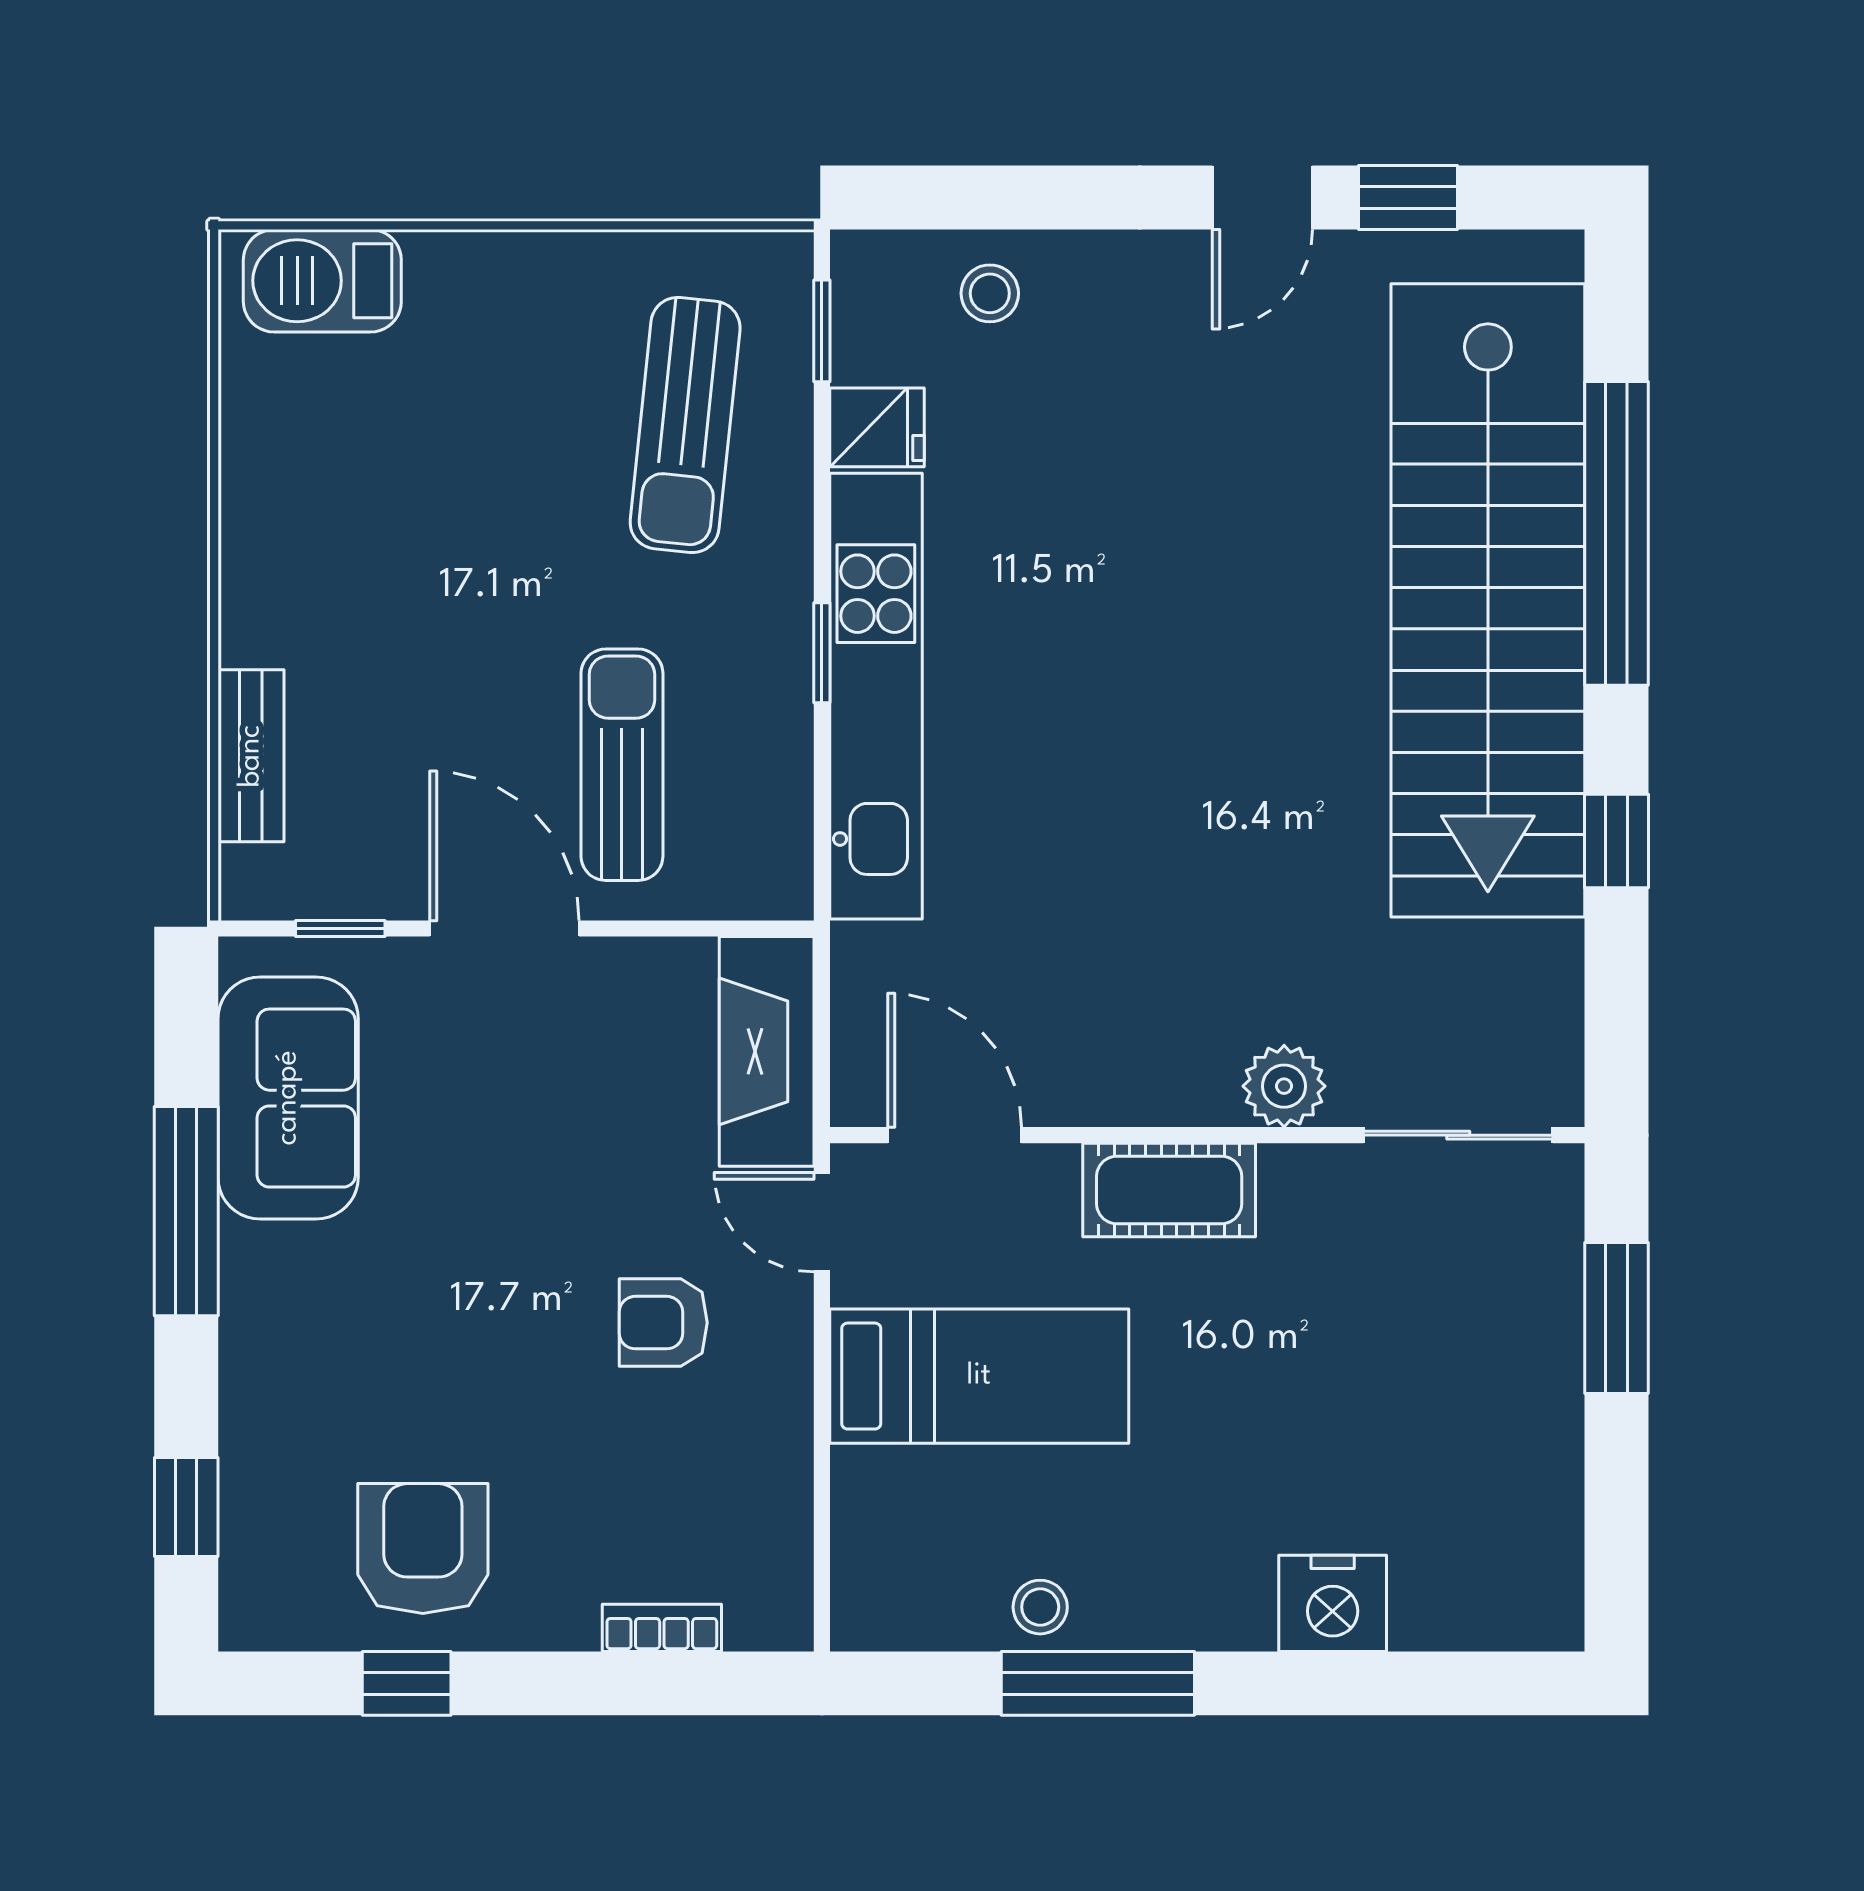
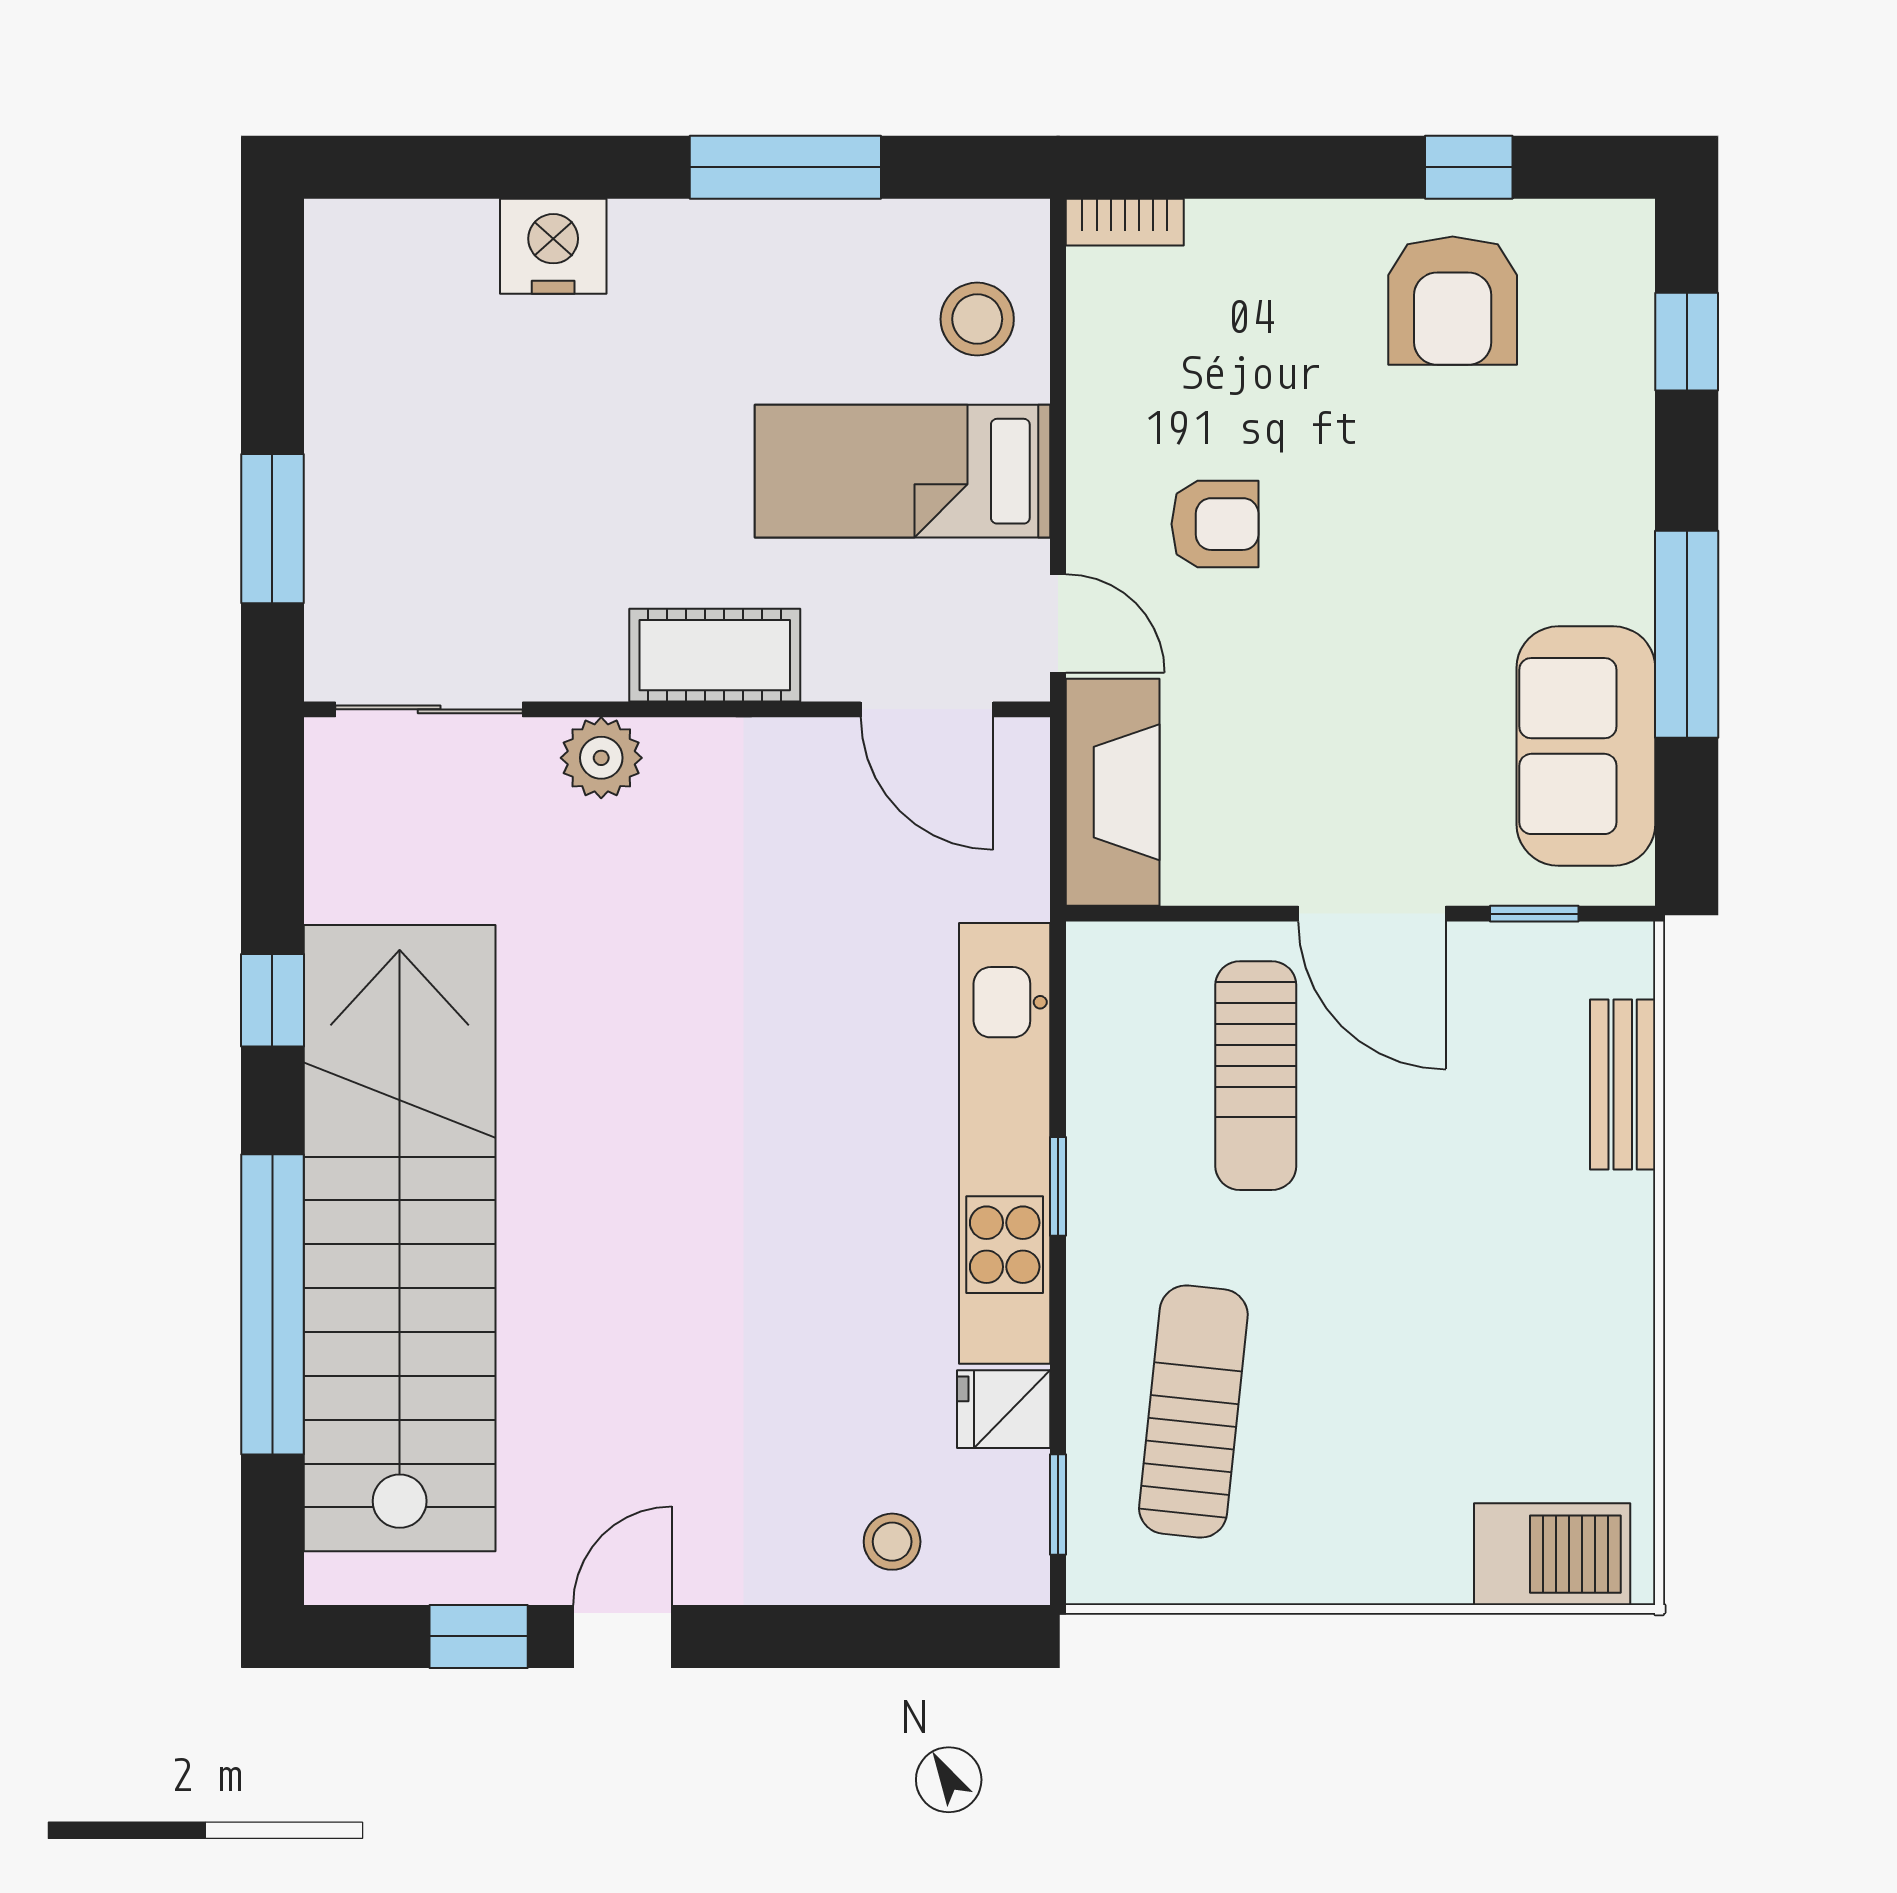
stool: (1040, 1607) -> (977, 319), moved, width x1.37, depth x1.37
bookcase: (662, 1628) -> (1125, 222), moved

